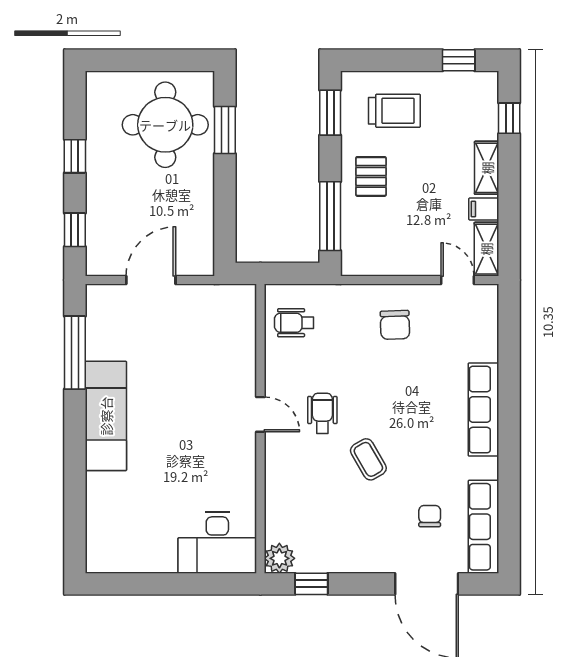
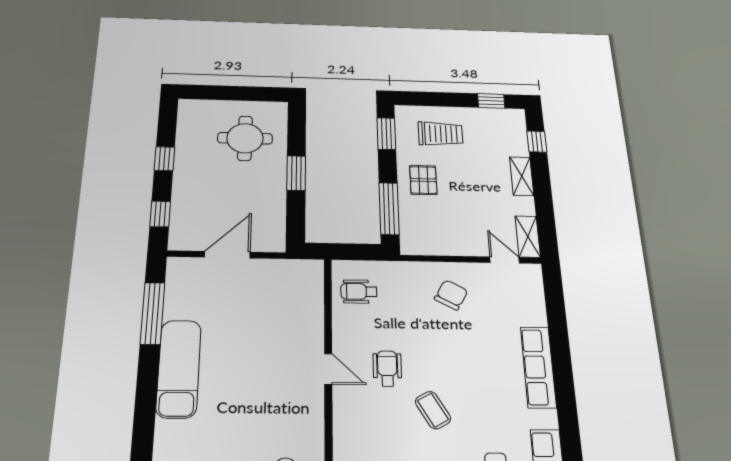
round table: (165, 125) -> (245, 138), width x0.73, depth x0.73
window: (225, 130) -> (296, 173), moved
filing cabinet: (484, 209) -> (522, 206), removed
chair: (395, 325) -> (451, 295), turned -149

